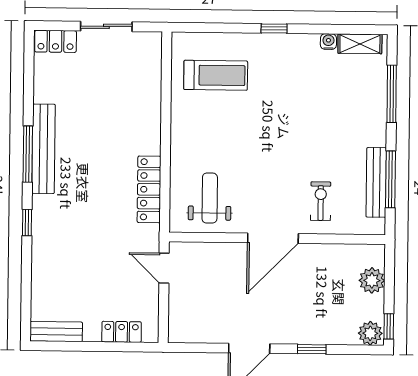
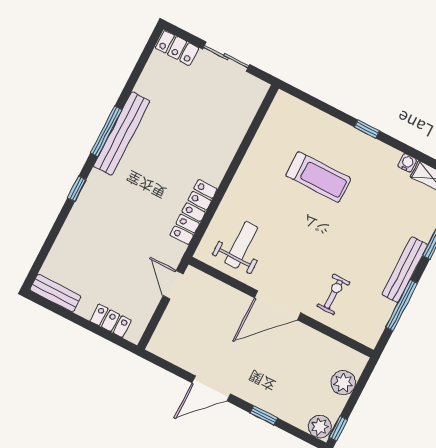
treadmill: (216, 75) -> (318, 177), moved
bench: (376, 182) -> (405, 270), moved

